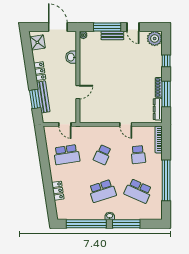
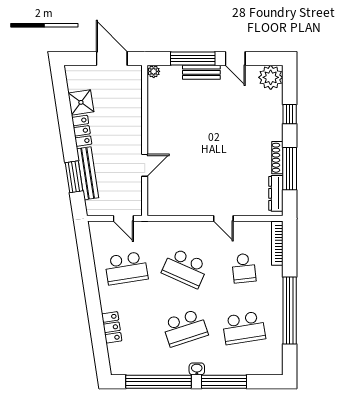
shower: (37, 42) -> (81, 102), moved
washbasin: (71, 57) -> (133, 108), removed
school desk: (102, 155) -> (185, 268), width x1.85
school desk: (138, 191) -> (244, 328), turned -33

